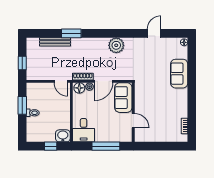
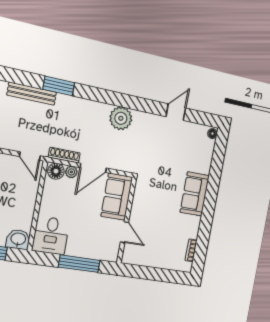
sofa: (179, 74) -> (195, 194), moved

